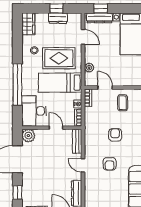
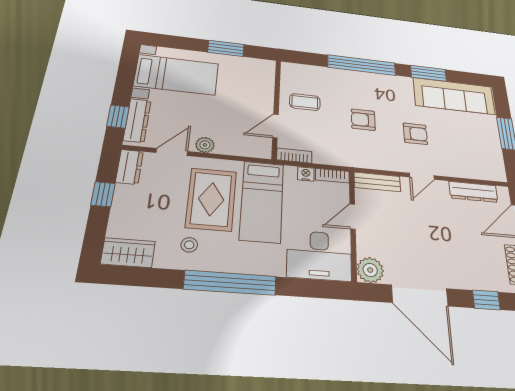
dresser: (58, 18) -> (129, 167), moved
plant: (89, 68) -> (205, 145), moved
window: (17, 85) -> (230, 283), moved

